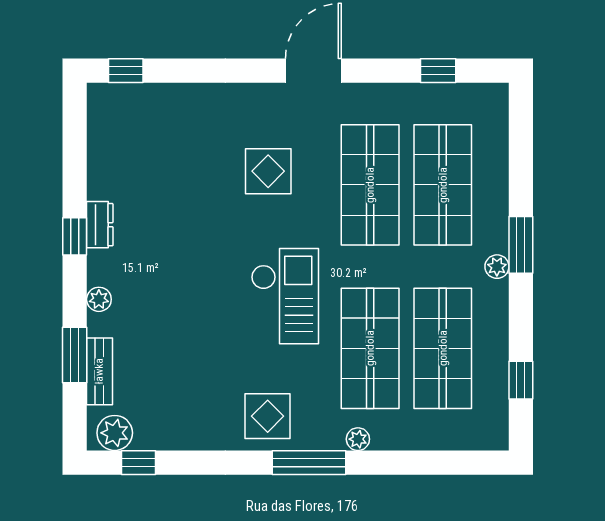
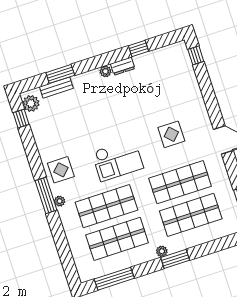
window: (75, 236) -> (139, 49), moved
plant: (99, 299) -> (105, 71), moved
window: (521, 380) -> (114, 279), width x2.17
plant: (358, 439) -> (60, 201), moved

